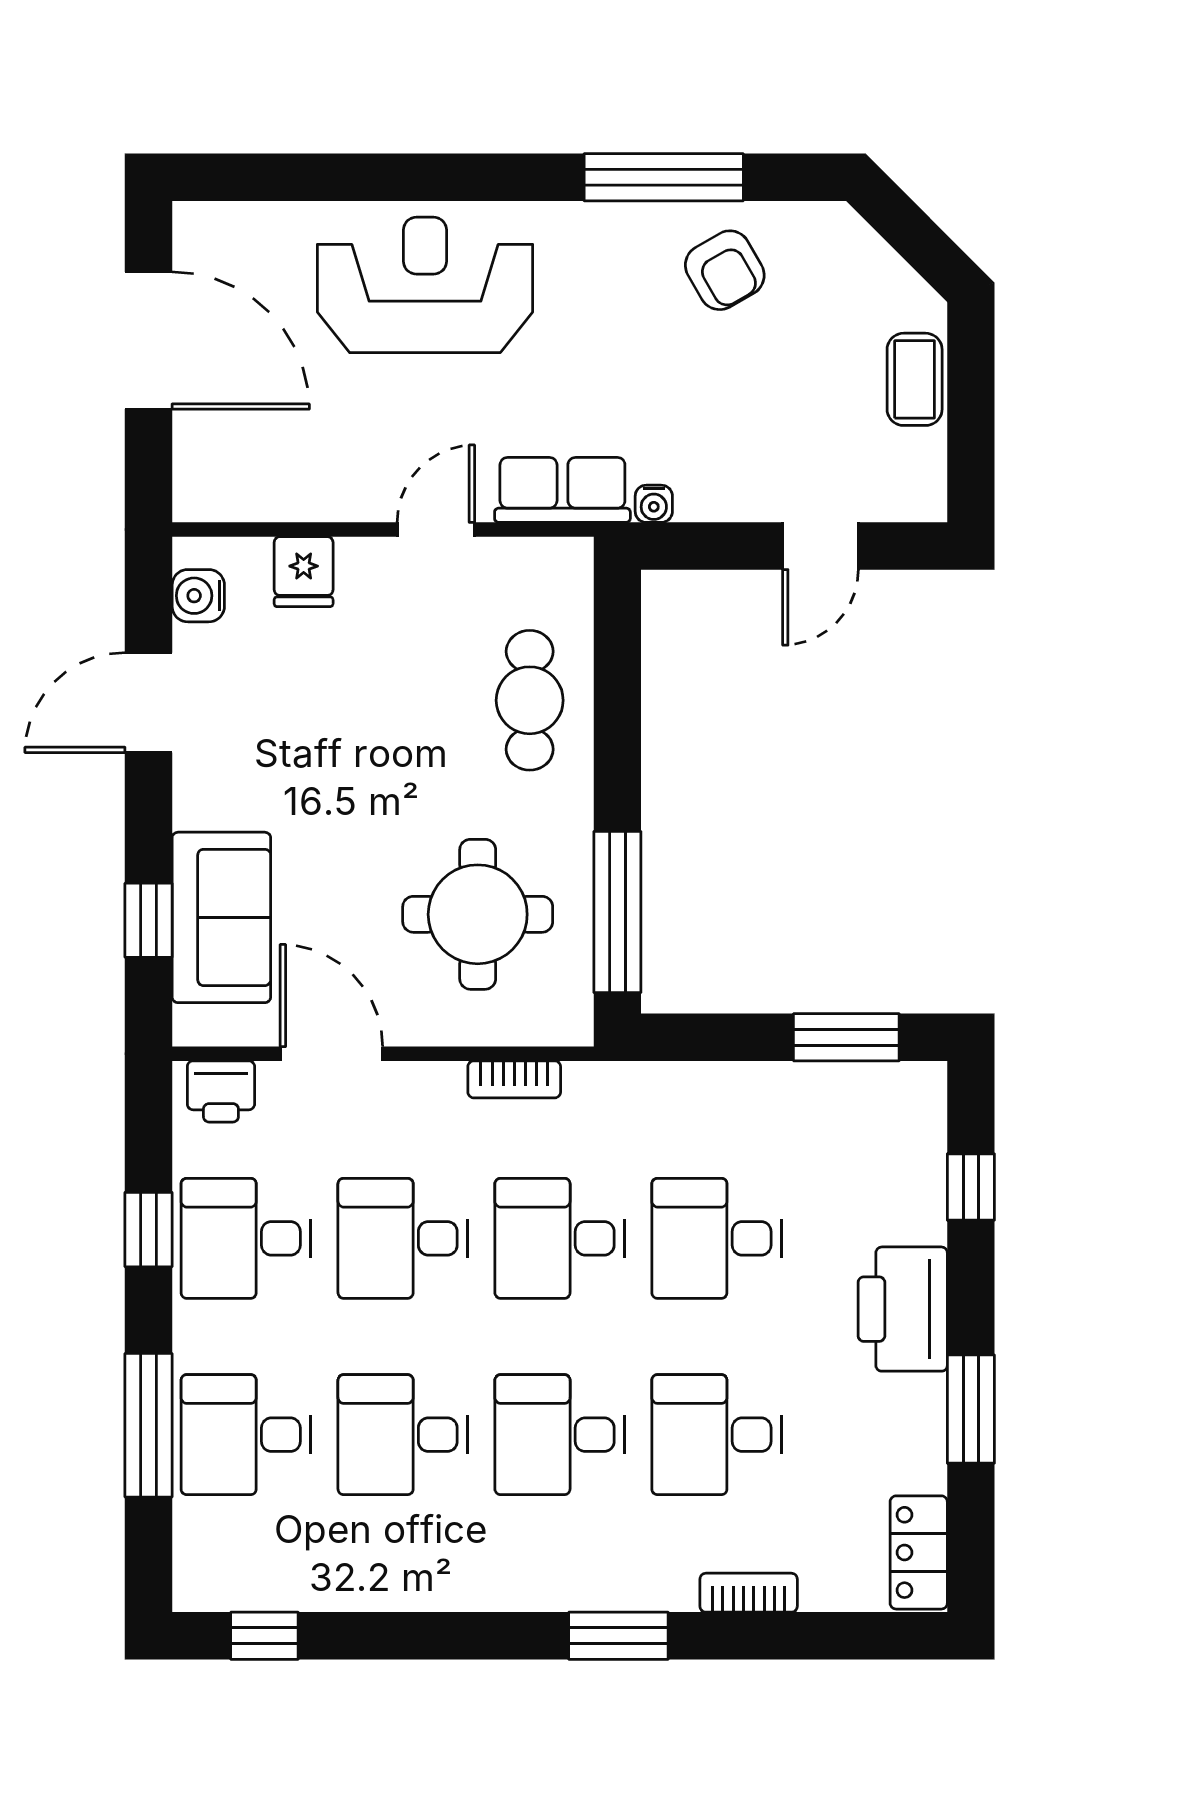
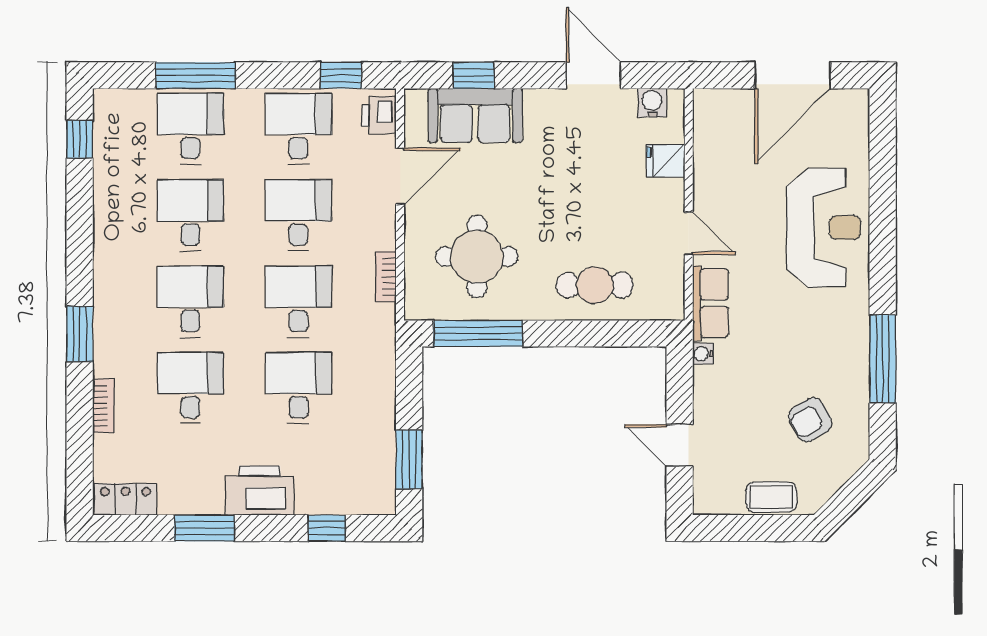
armchair: (725, 270) -> (810, 420), moved
window: (149, 1230) -> (341, 75), moved

